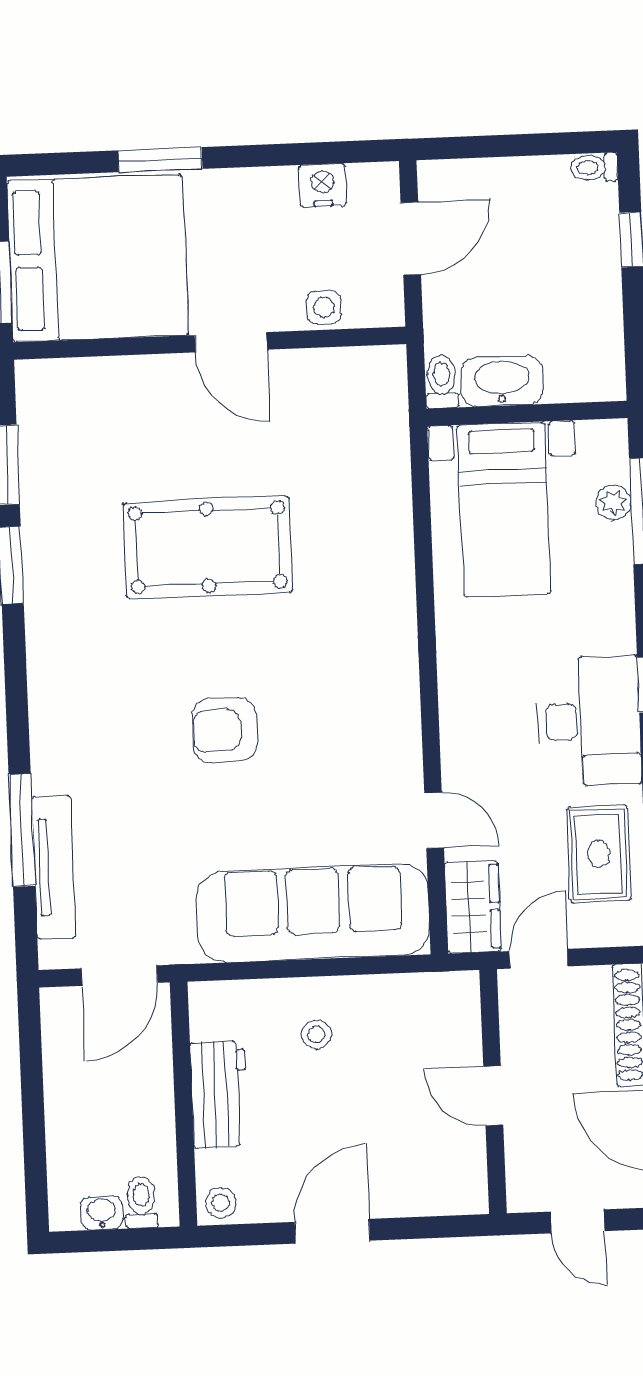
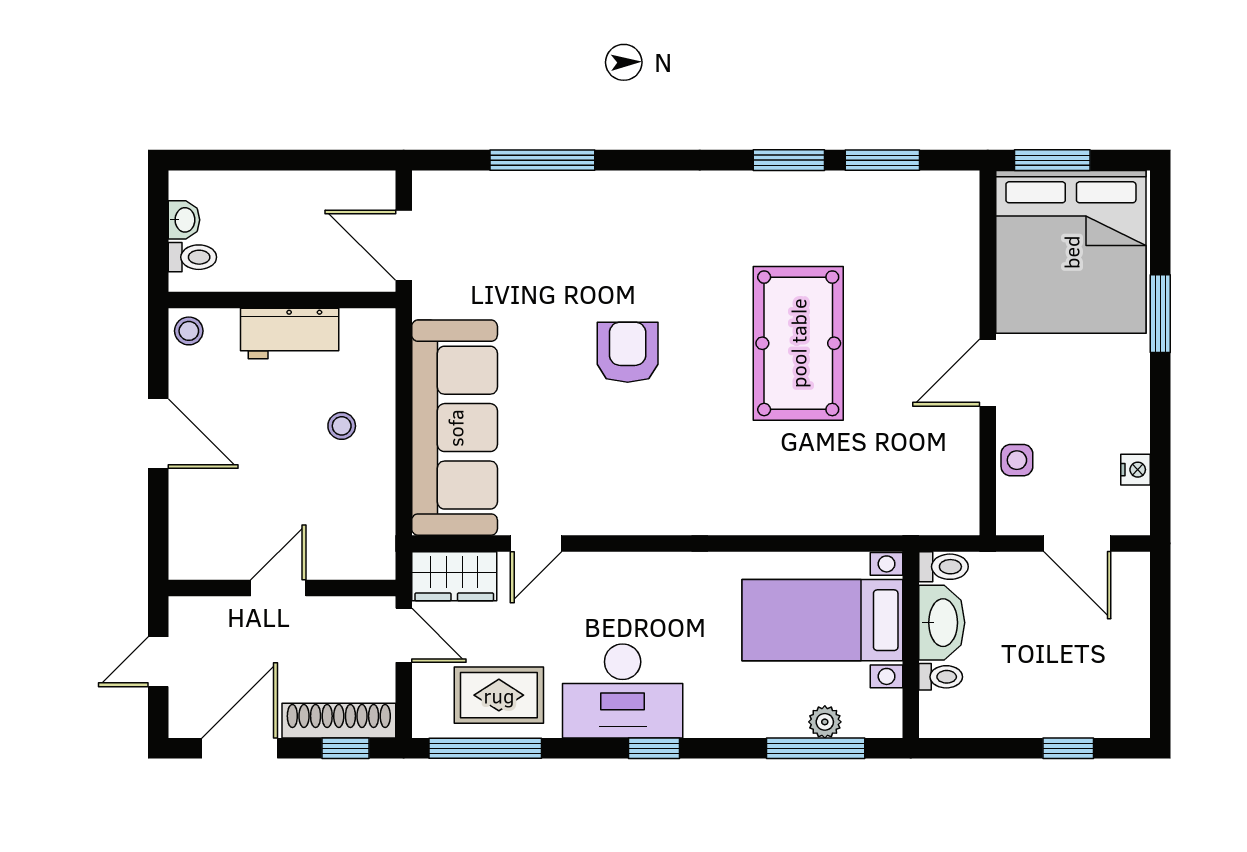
toilet: (594, 167) -> (941, 677), moved, turned 90
nightstand: (323, 185) -> (1135, 470), width x0.72, depth x0.74
tv unit: (54, 867) -> (507, 188), removed

